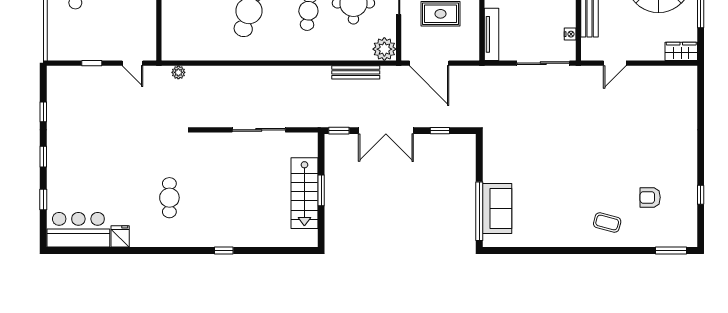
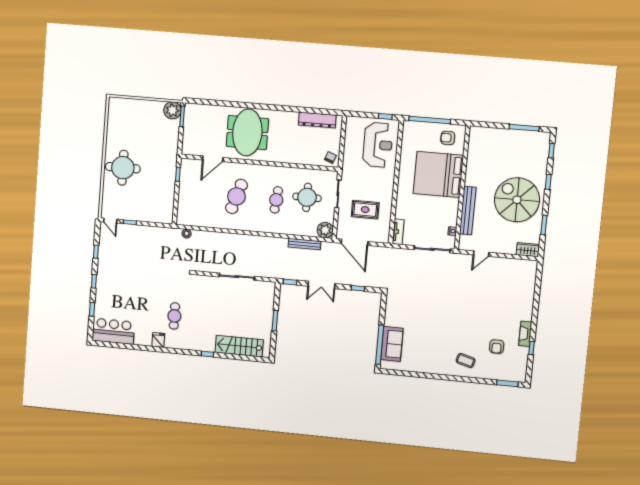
tv unit: (491, 34) -> (398, 232), width x0.71
door: (132, 63) -> (110, 221), moved
double door: (386, 131) -> (321, 285), width x0.73
fireplace: (689, 175) -> (525, 334), added
stairs: (304, 193) -> (239, 346), moved, turned 90
armchair: (650, 197) -> (497, 347), turned -90
fridge: (120, 236) -> (158, 340), moved

